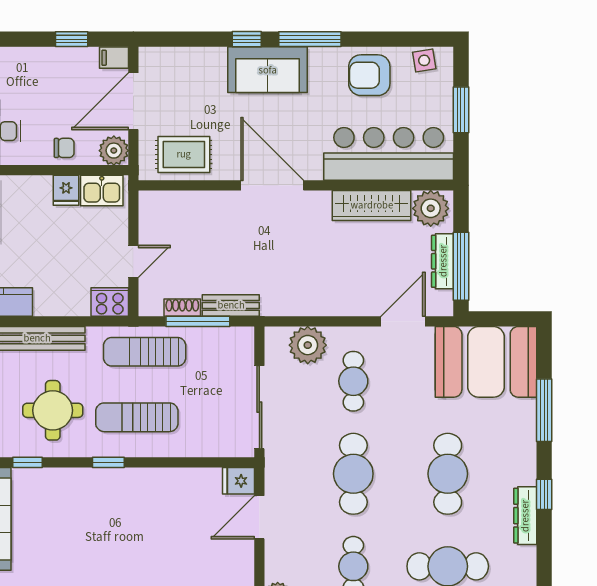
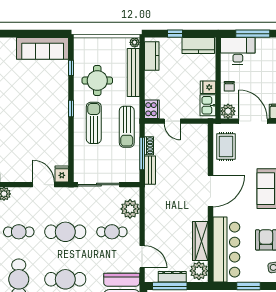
sun lounger: (145, 352) -> (127, 127), turned 180

